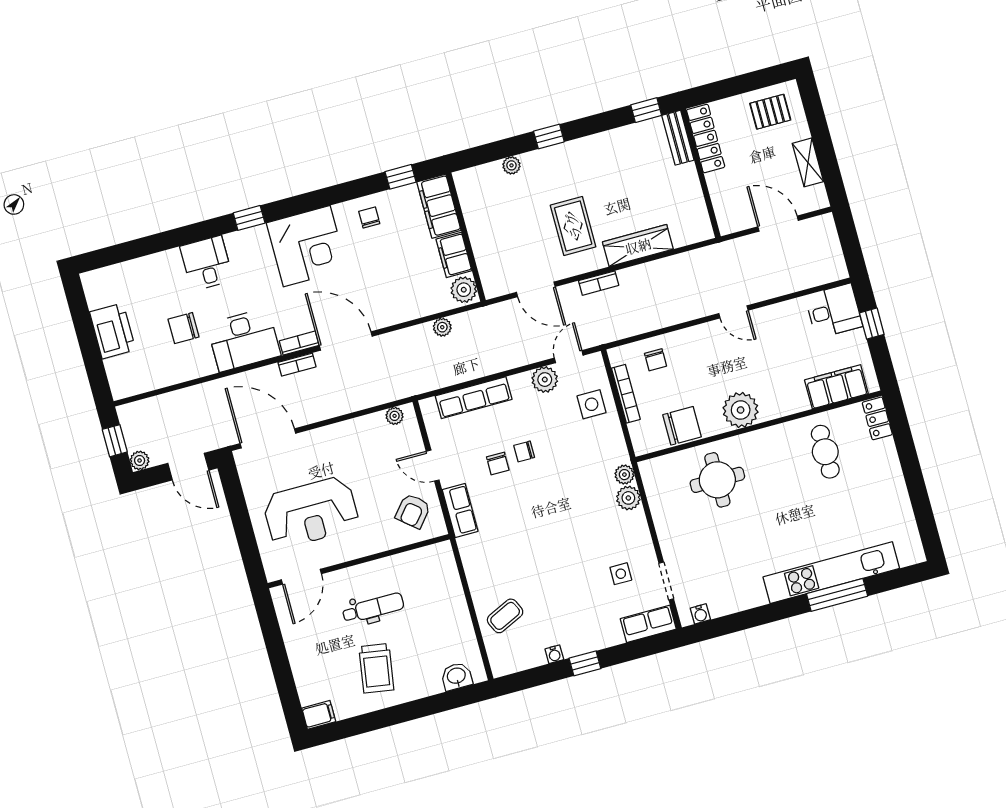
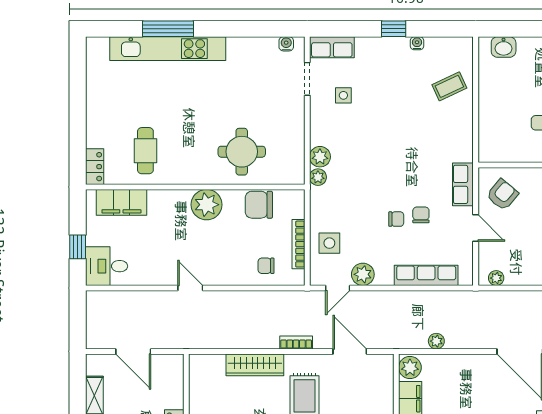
chair: (656, 360) -> (266, 266), turned -90

